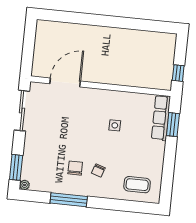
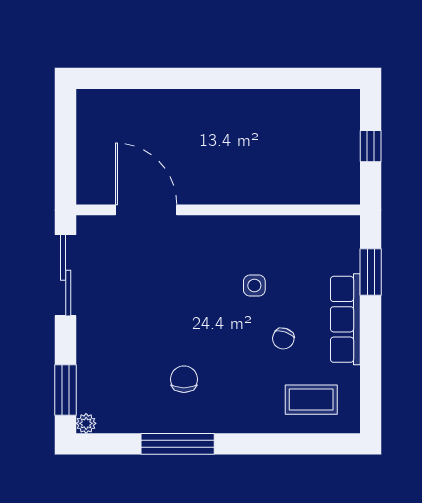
window: (178, 73) -> (371, 146), moved
door: (65, 82) -> (146, 210), hinge flipped
row of seats: (161, 118) -> (345, 319), moved
chair: (98, 170) -> (283, 339), moved

